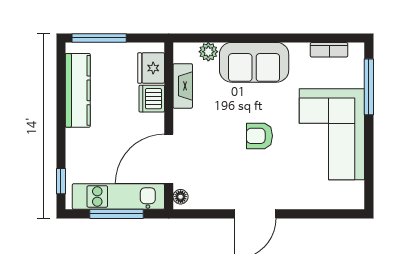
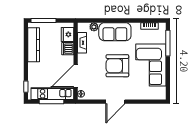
armchair: (259, 136) -> (117, 66), width x1.88, depth x1.88

